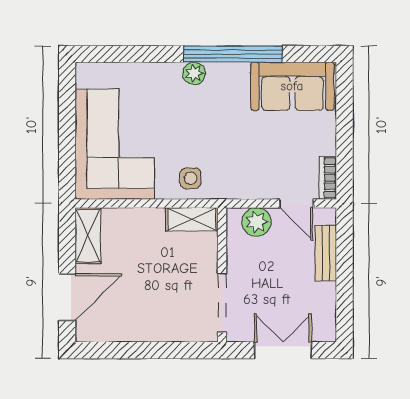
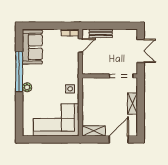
shelving: (192, 219) -> (132, 104), moved
plant: (256, 222) -> (88, 62), removed
door: (67, 297) -> (119, 139), hinge flipped
double door: (283, 350) -> (141, 51), swing flipped

